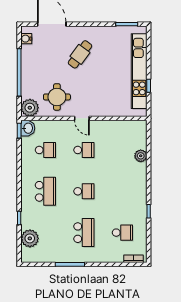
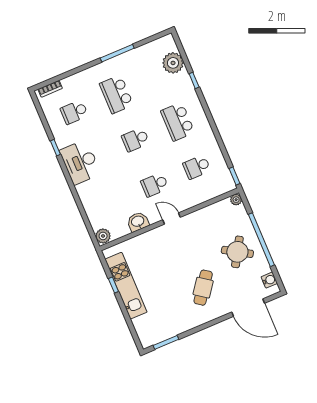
kitchen unit: (139, 71) -> (126, 286), width x0.73
round table: (57, 97) -> (237, 252), moved, turned 31
plant: (30, 108) -> (236, 200), width x0.53, depth x0.53
washbasin: (28, 128) -> (138, 222), moved, turned 90
plant: (141, 156) -> (103, 236), moved
desk: (134, 192) -> (80, 162), added

